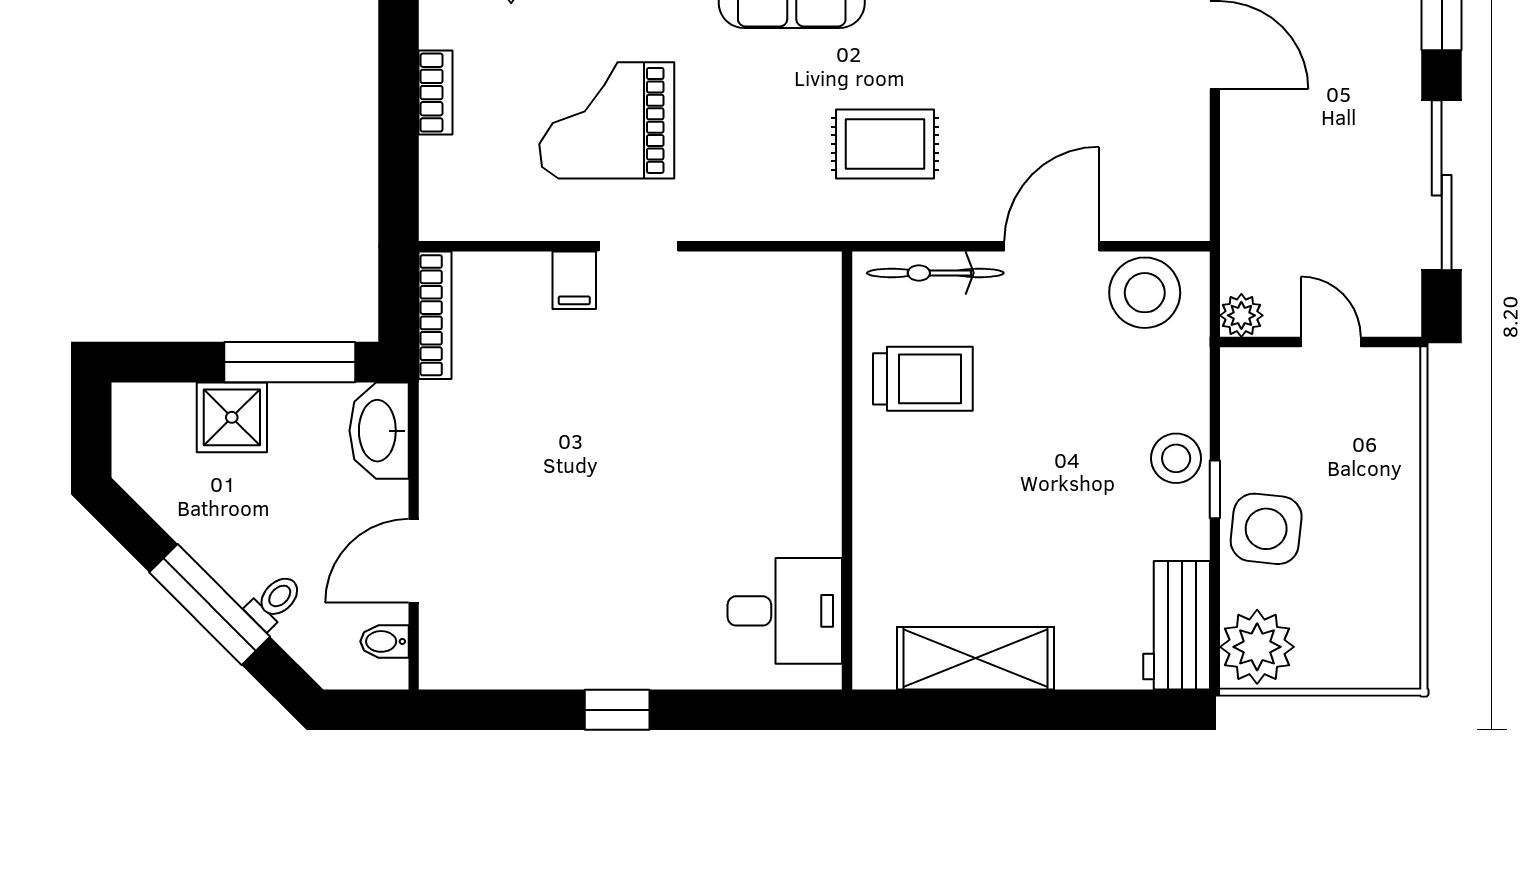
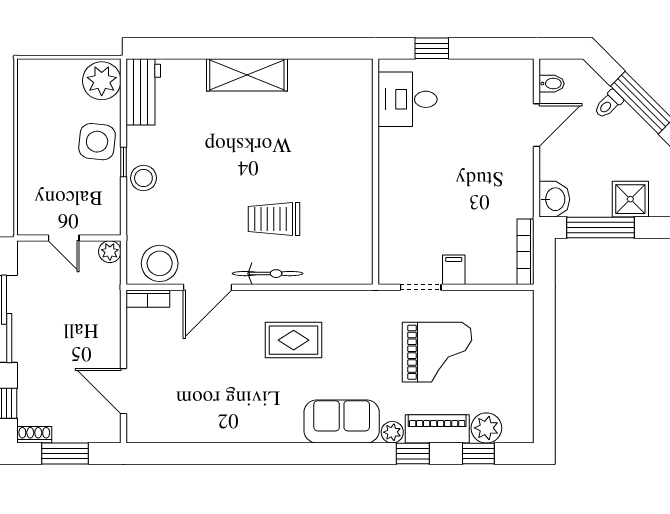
bookcase: (436, 93) -> (148, 299), moved, turned -90
washbasin: (379, 431) -> (554, 199), width x0.72
wall: (847, 470) -> (375, 172), moved
desk: (785, 611) -> (408, 99), moved

